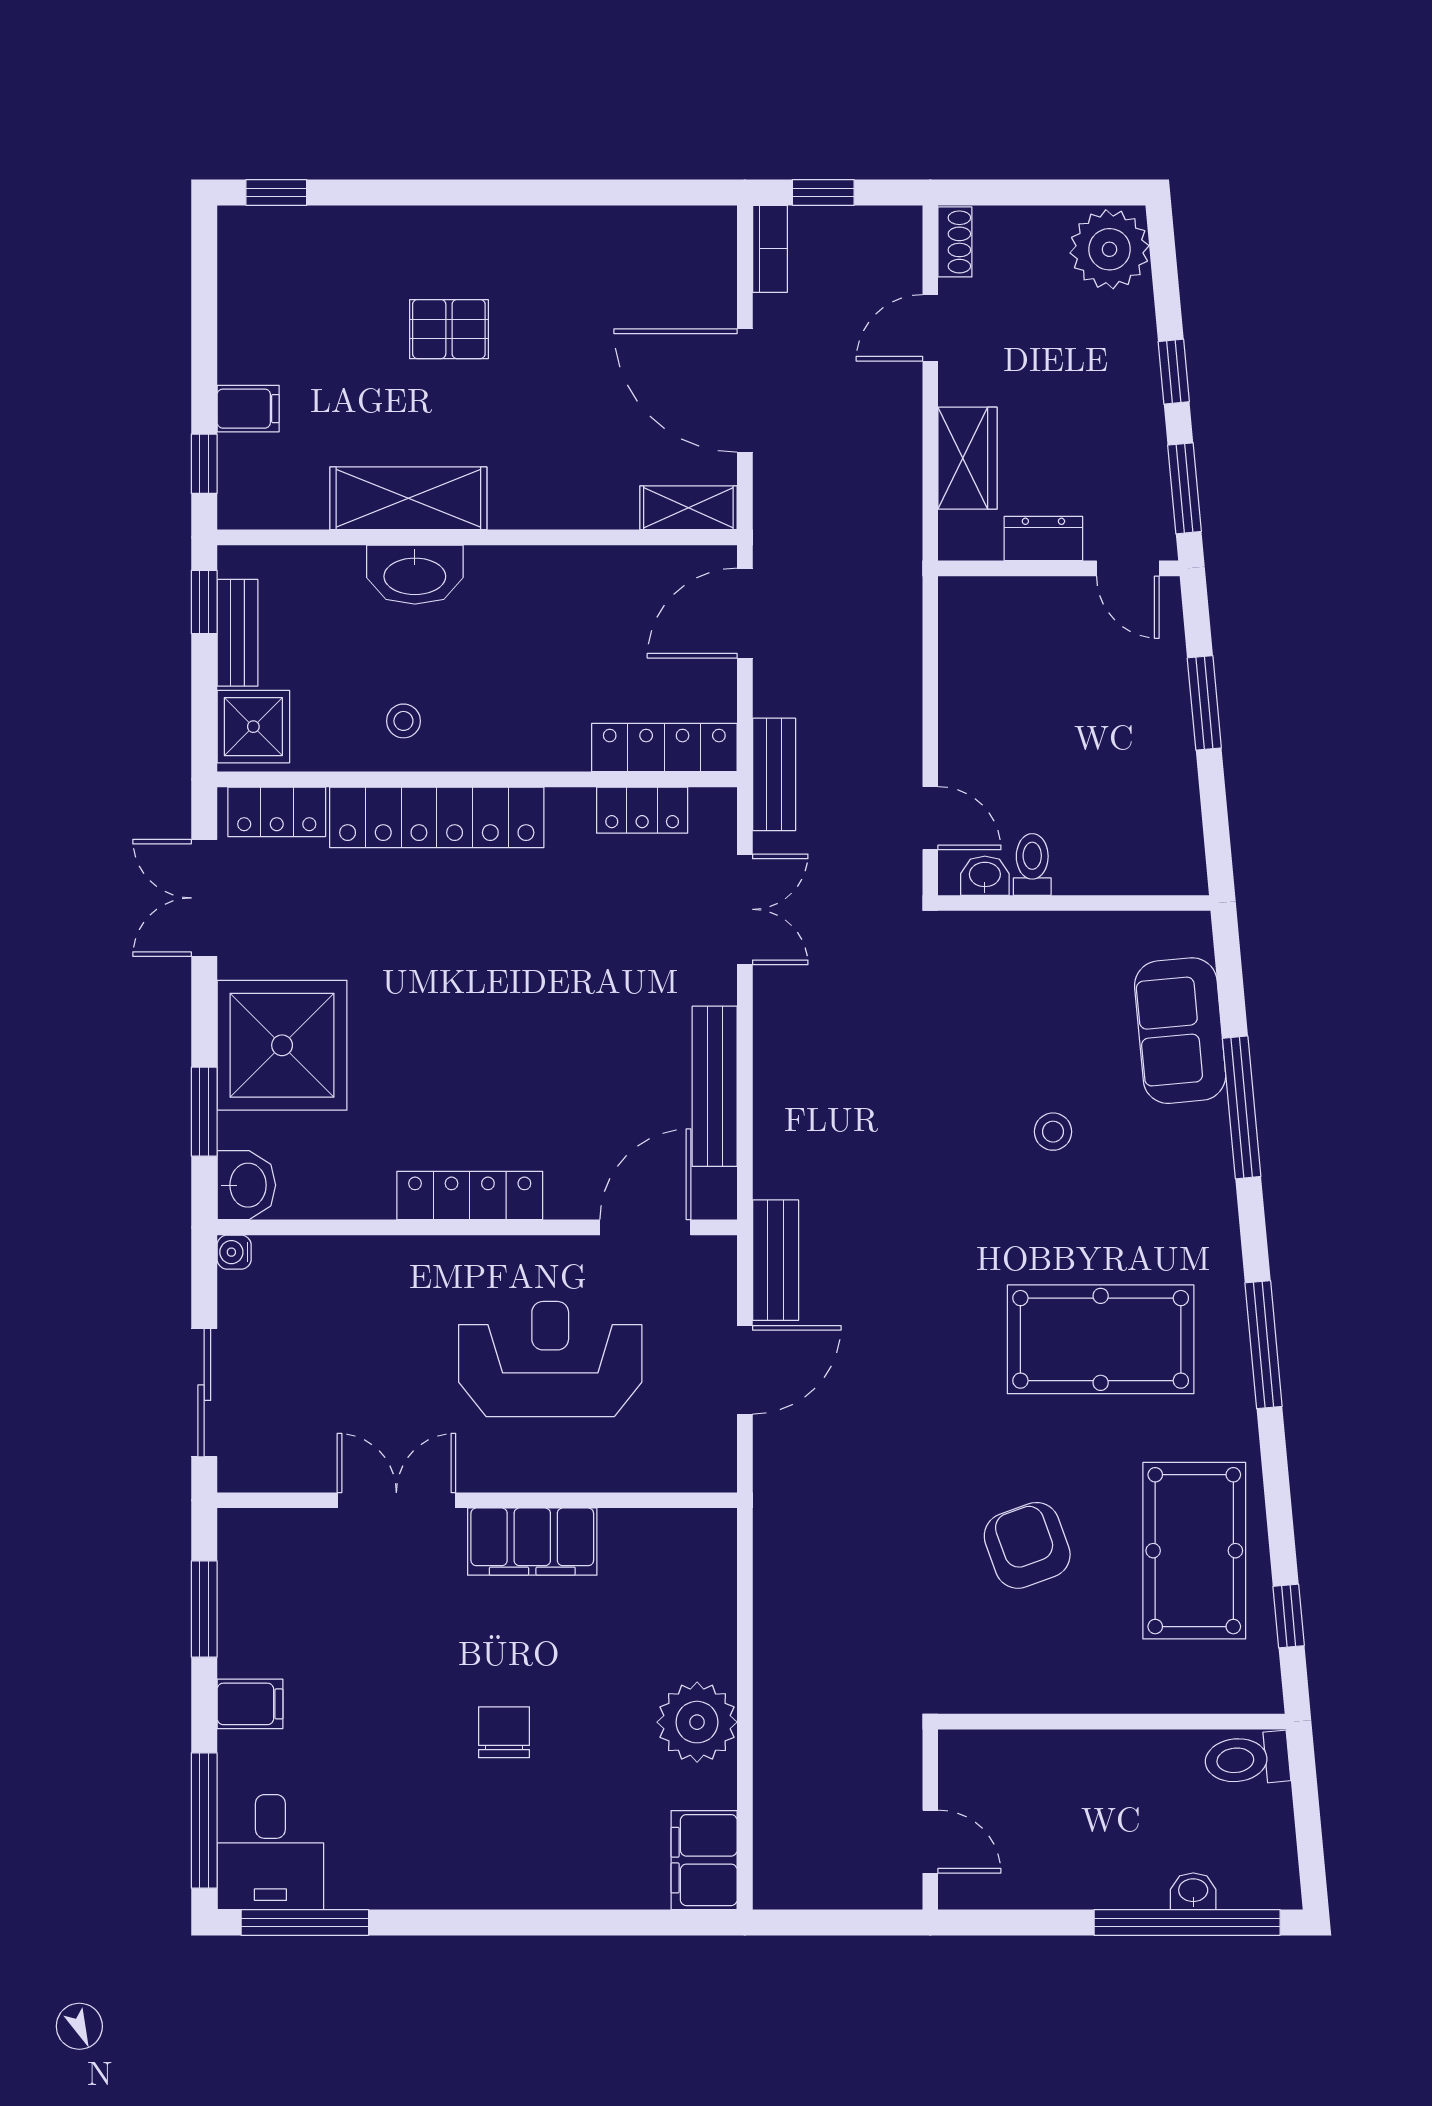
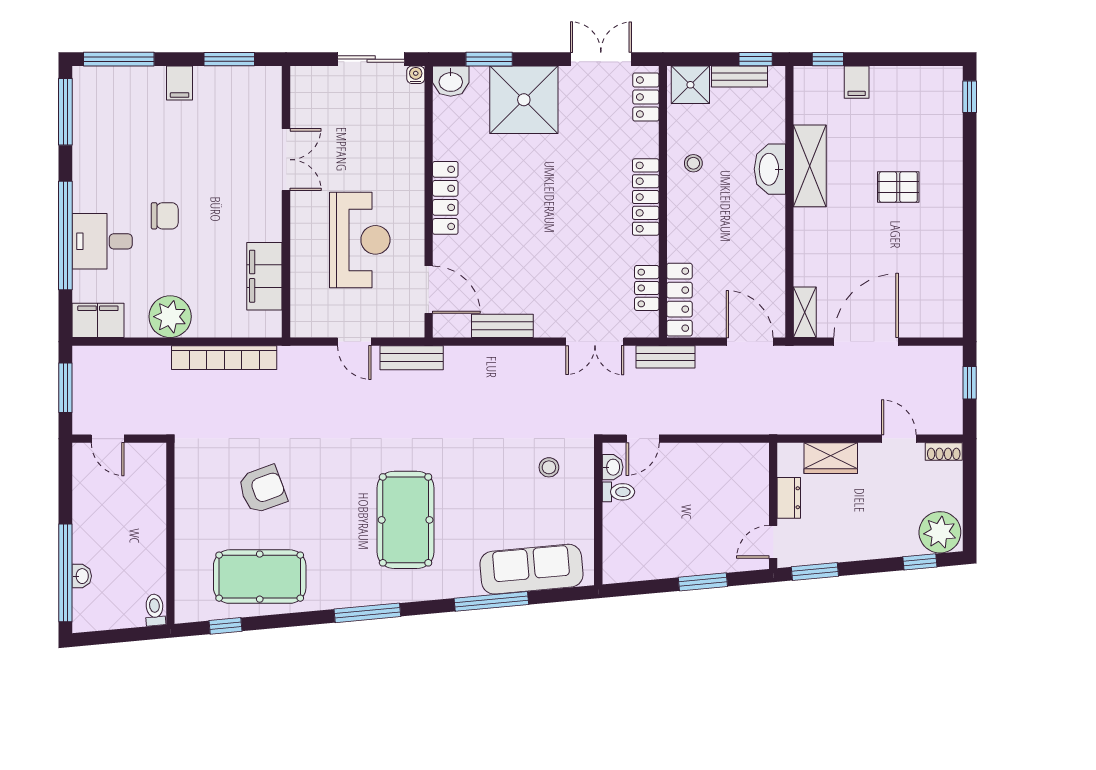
bookcase: (770, 249) -> (224, 358), moved, width x2.31, depth x1.31
pallet: (449, 329) -> (898, 187), turned 90
window: (1174, 372) -> (920, 562), moved
locker: (437, 817) -> (646, 197), width x0.71, depth x0.83
sofa: (1180, 1031) -> (532, 569), width x1.36
bench: (715, 1086) -> (502, 326), width x0.73
stool: (1053, 1132) -> (549, 467), moved
pool table: (1101, 1339) -> (406, 520), moved
door: (745, 1370) -> (354, 342), width x0.73
sliding door: (204, 1393) -> (371, 59), moved
filing cabinet: (532, 1542) -> (264, 276), moved
toilet: (1247, 1759) -> (155, 610), width x0.73, depth x0.72
door: (930, 1842) -> (108, 439), hinge flipped
desk: (270, 1852) -> (102, 241), moved
window: (542, 1922) -> (65, 235), added
window: (833, 1922) -> (65, 388), added

